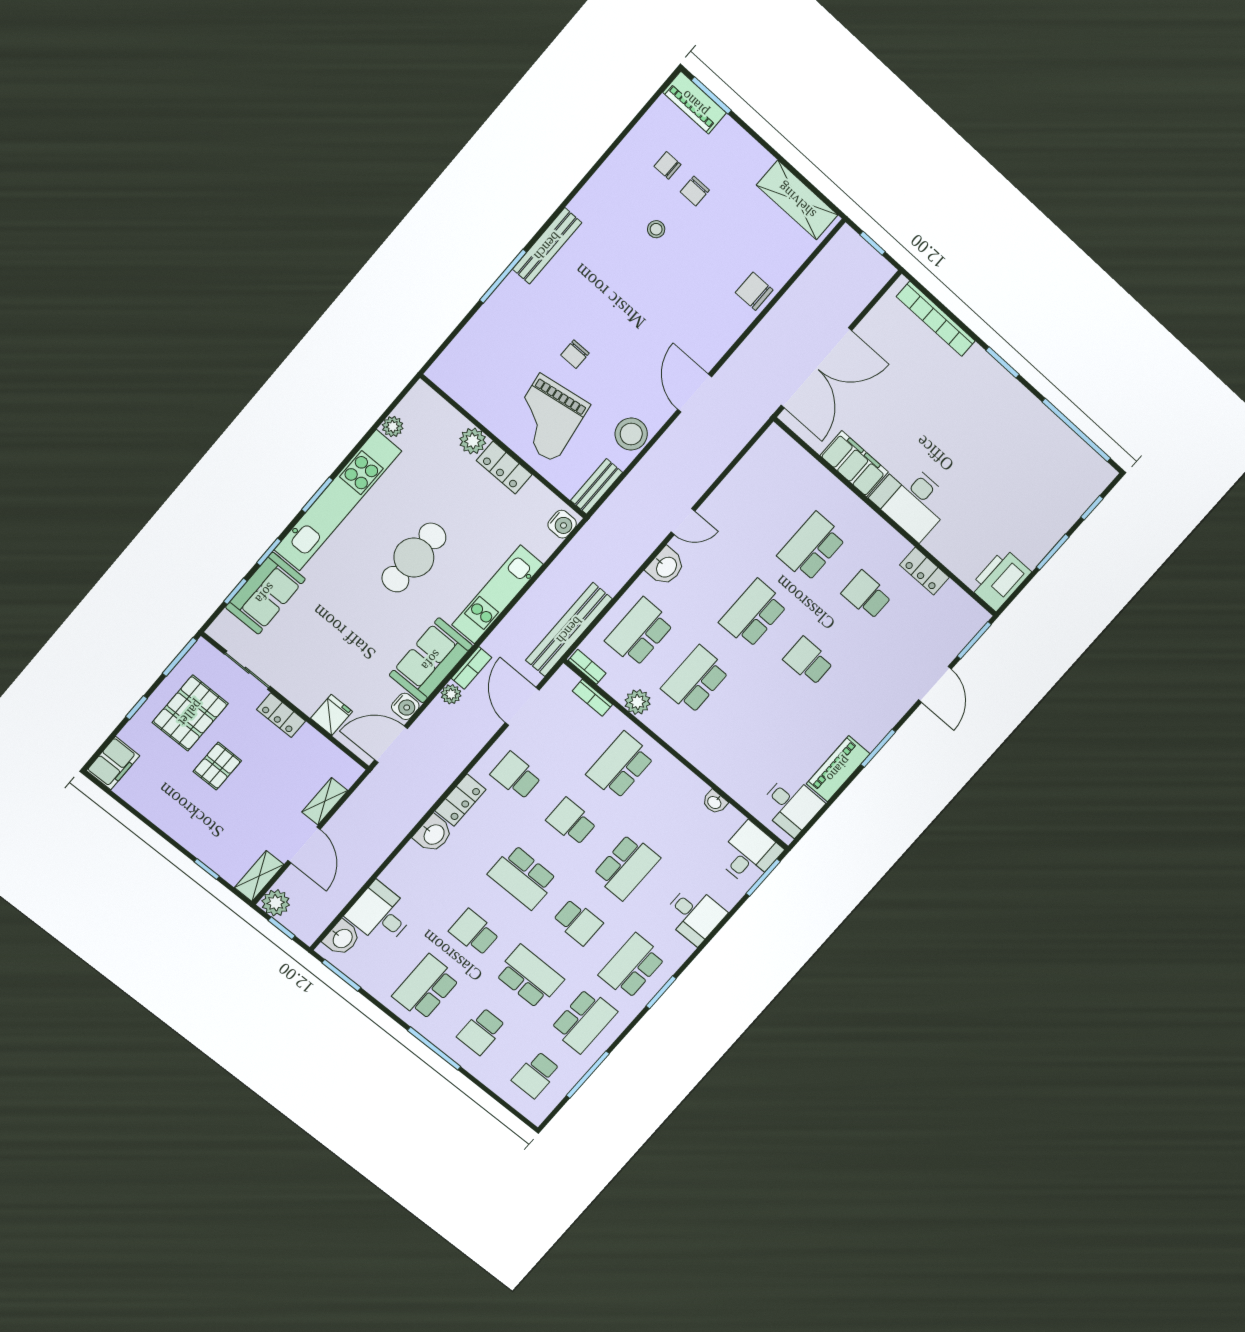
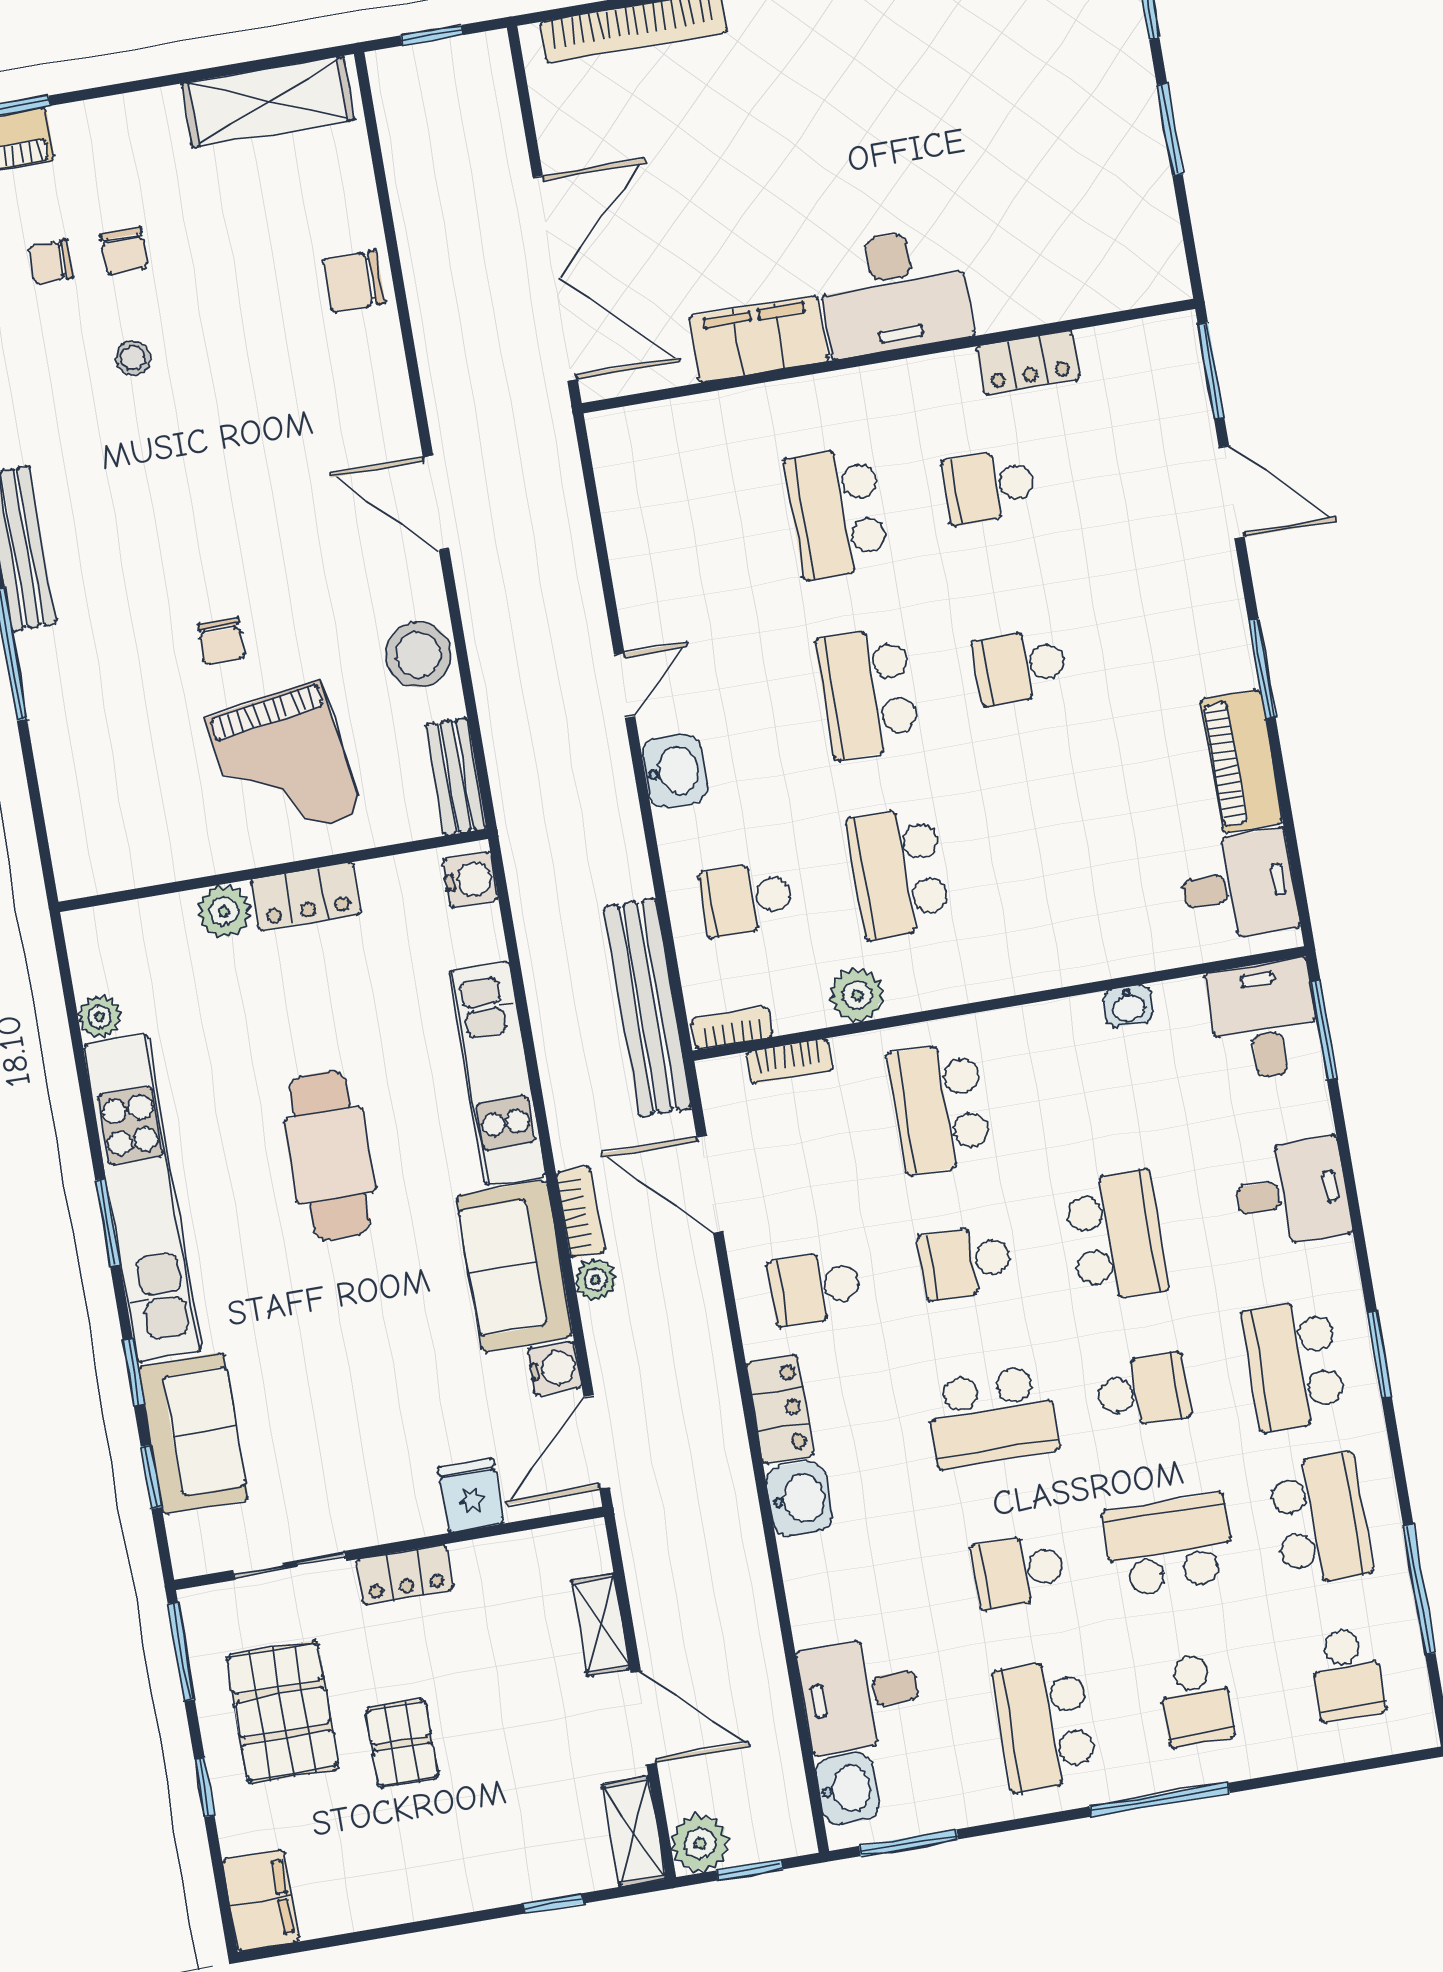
printer: (1000, 580) -> (1145, 250), removed
school desk: (640, 632) -> (746, 899), width x0.54

